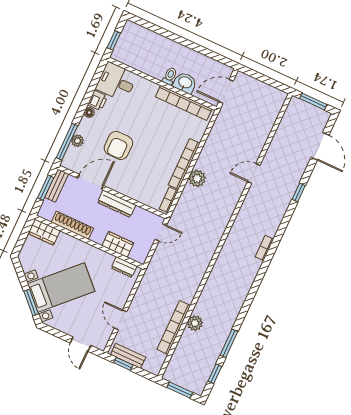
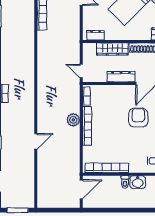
washbasin: (185, 83) -> (138, 182), moved
door: (161, 232) -> (81, 71), hinge flipped
wardrobe: (118, 244) -> (112, 49), width x1.50
plant: (195, 323) -> (29, 19), removed

